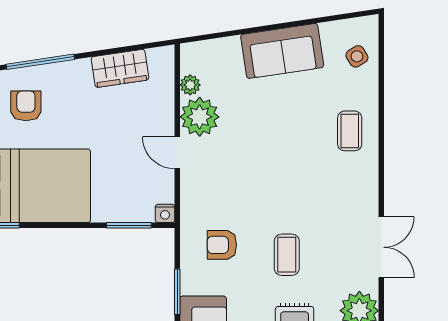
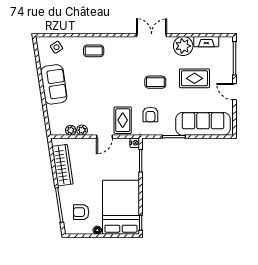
wardrobe: (120, 68) -> (62, 165), width x1.50
plant: (200, 117) -> (82, 130), width x0.53, depth x0.53
rug: (210, 189) -> (123, 120), added

